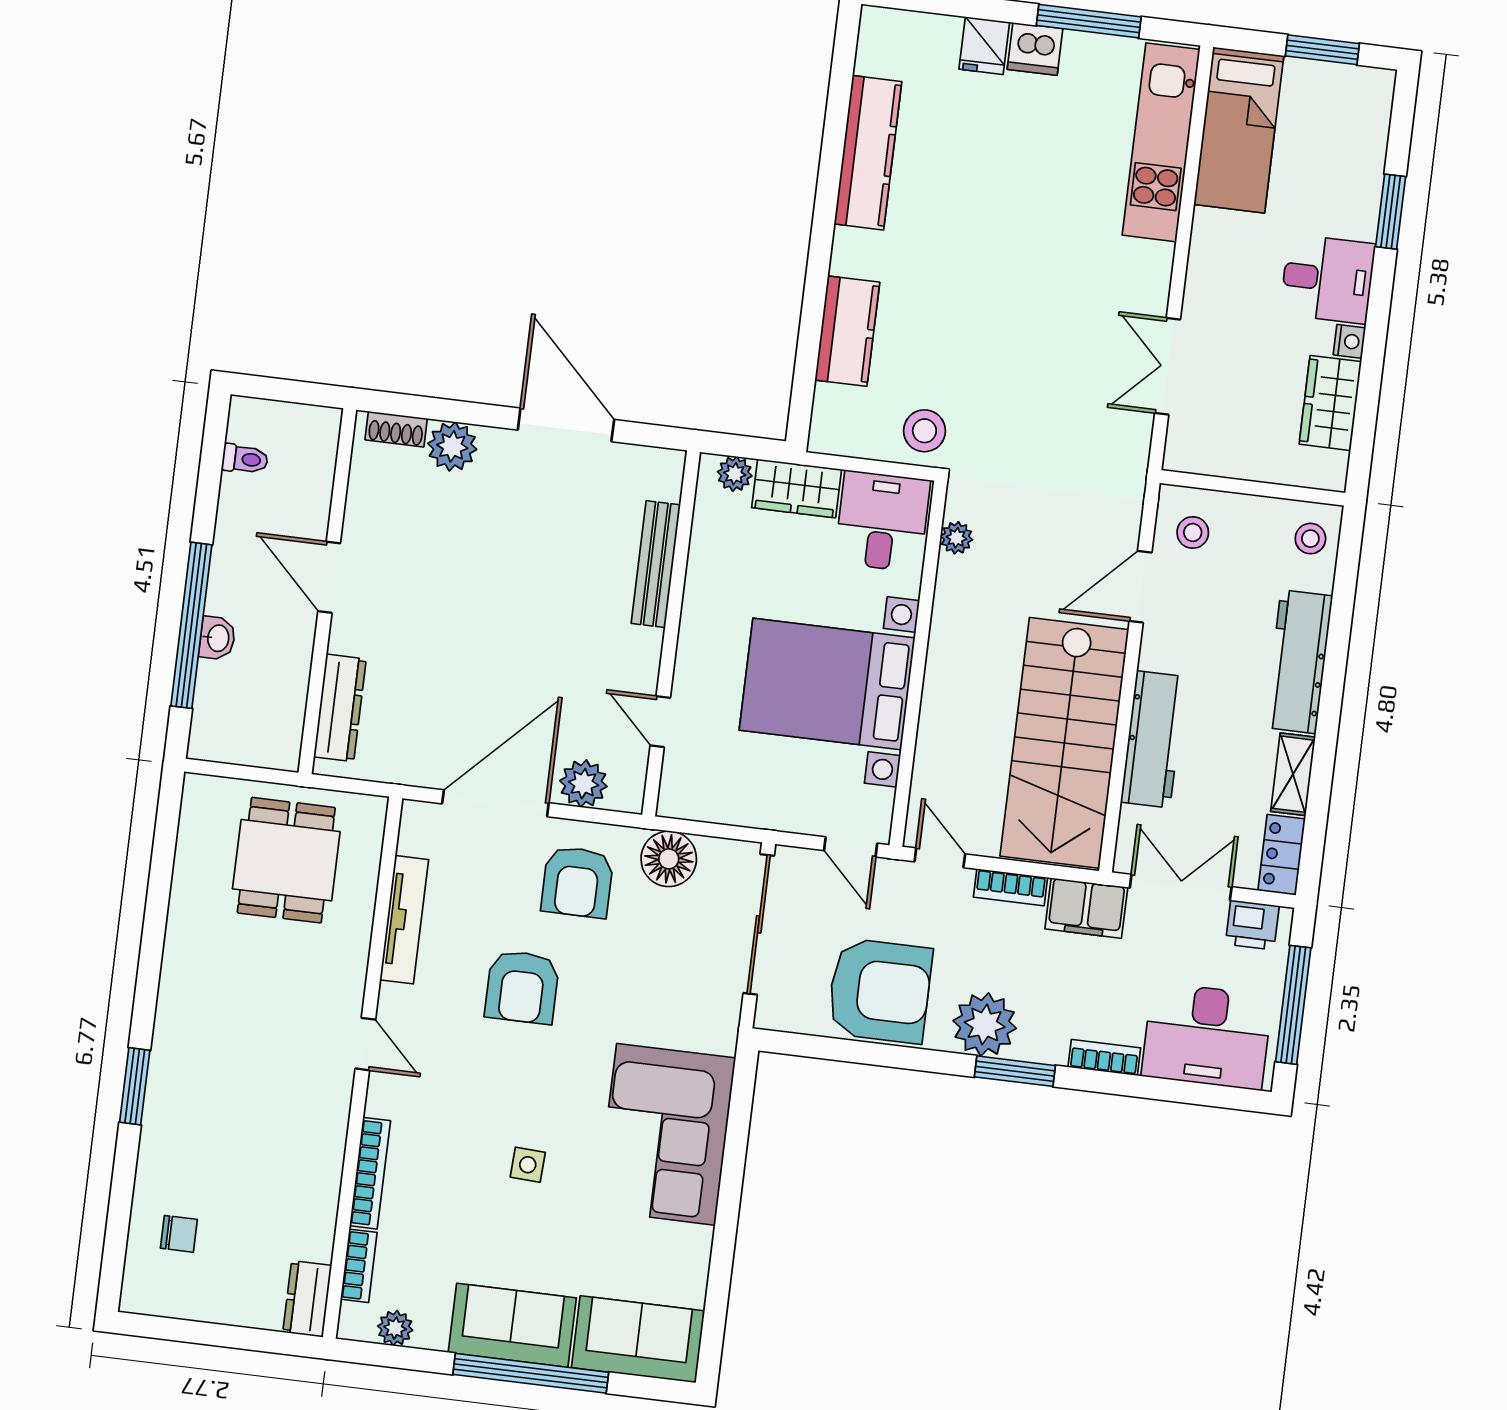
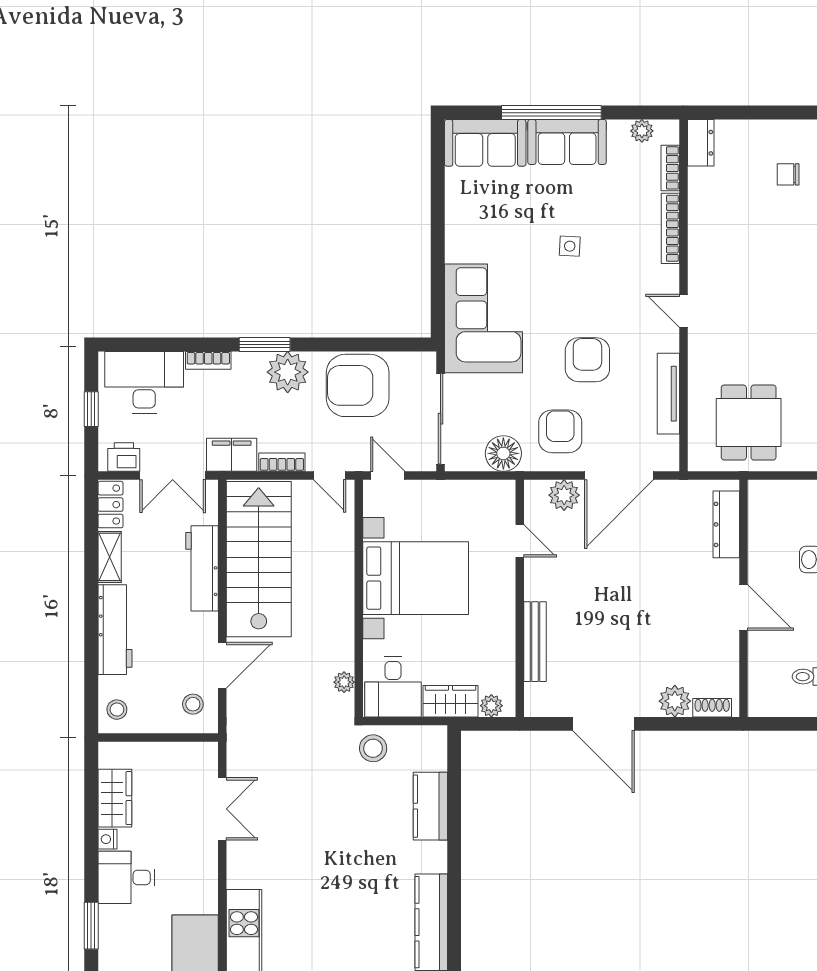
window: (1293, 1005) -> (91, 409), width x0.46
corner sofa: (666, 1134) -> (483, 318), moved

